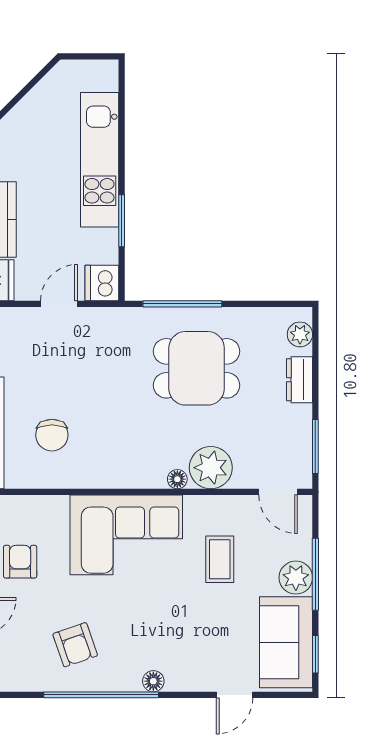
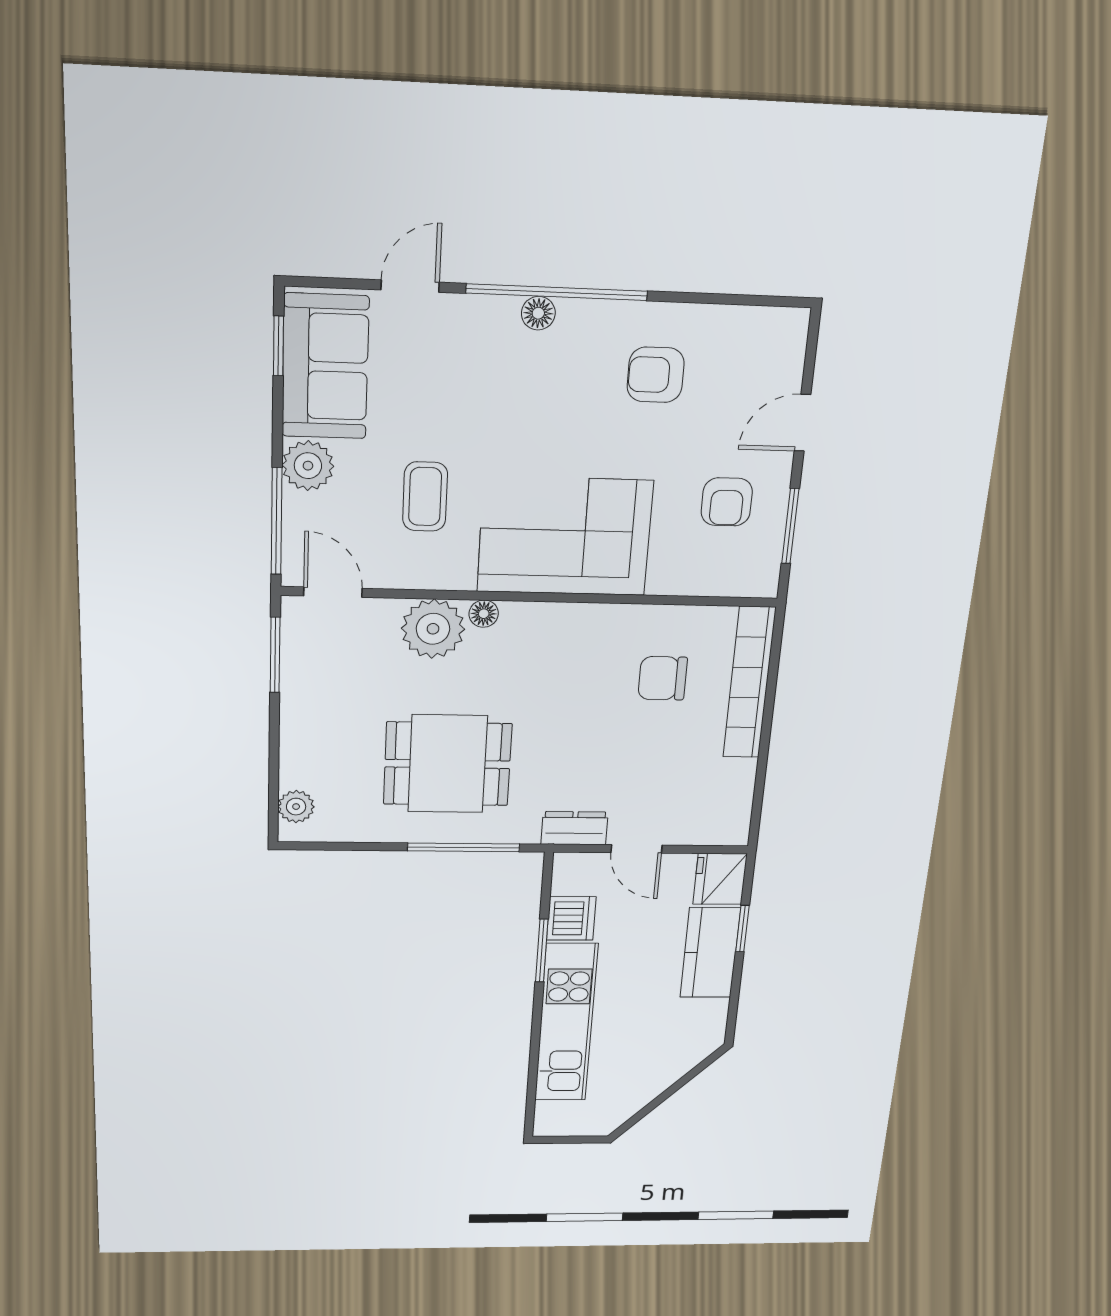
dishwasher: (102, 283) -> (571, 918), moved
door: (59, 304) -> (636, 849), hinge flipped
dresser: (299, 380) -> (574, 828), moved, turned -90
chair: (52, 435) -> (663, 678), turned -90
window: (315, 574) -> (277, 521), moved
armchair: (75, 645) -> (656, 375), turned -71
window: (101, 695) -> (557, 292), moved

